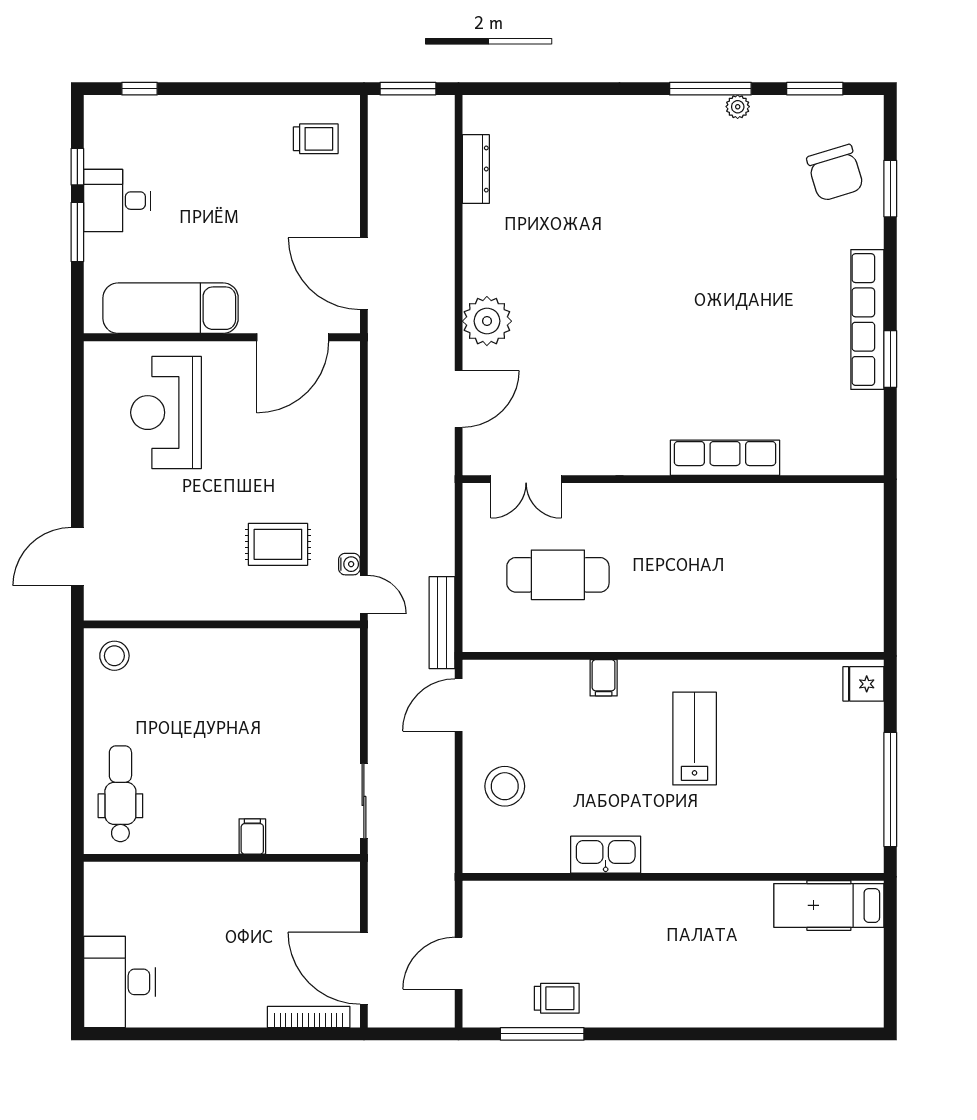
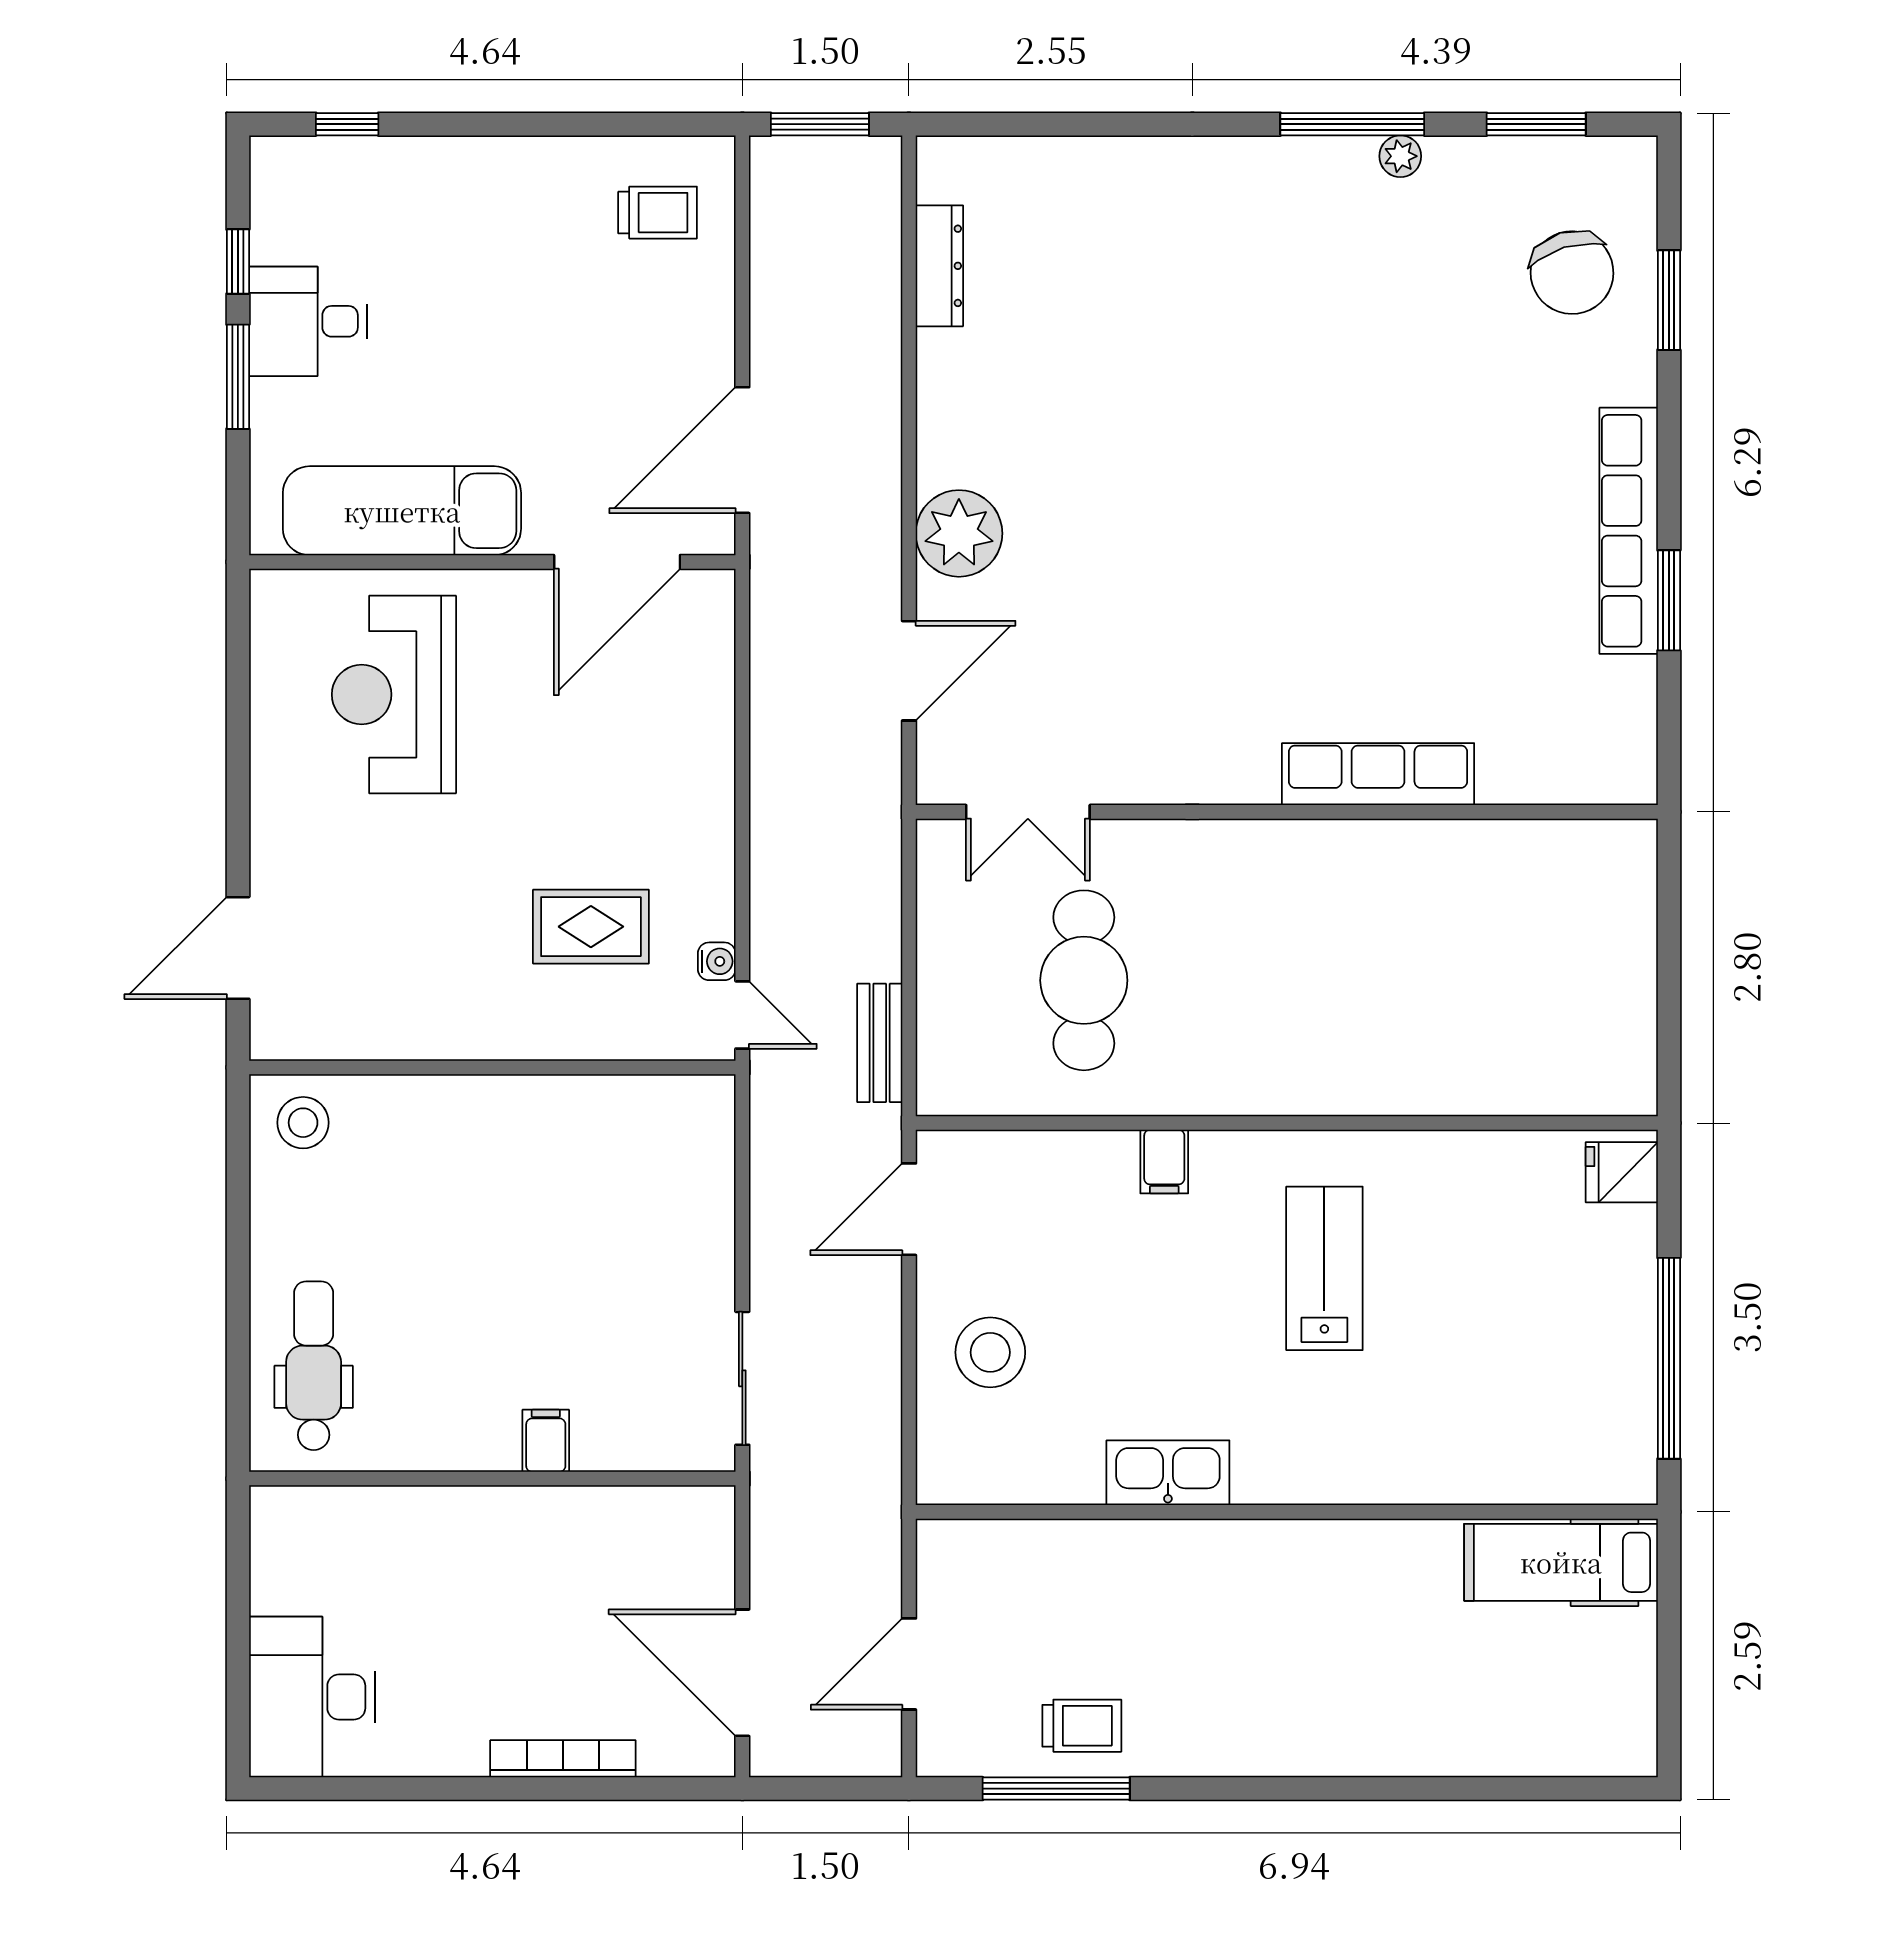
door: (364, 274) -> (742, 450), hinge flipped
cafe table: (558, 575) -> (1084, 980), turned 90
bench: (442, 623) -> (880, 1043), width x0.73
bookcase: (309, 1017) -> (563, 1759), moved

